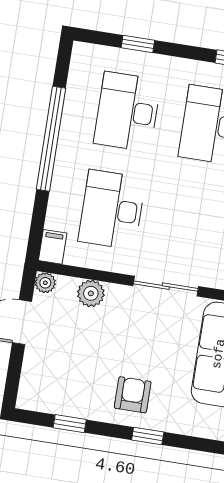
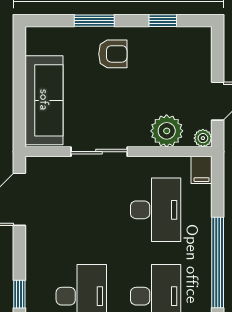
plant: (91, 293) -> (167, 131), width x1.36, depth x1.36
armchair: (133, 395) -> (113, 54), turned -90
window: (148, 436) -> (94, 21), width x1.50

